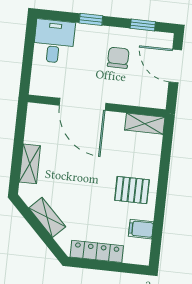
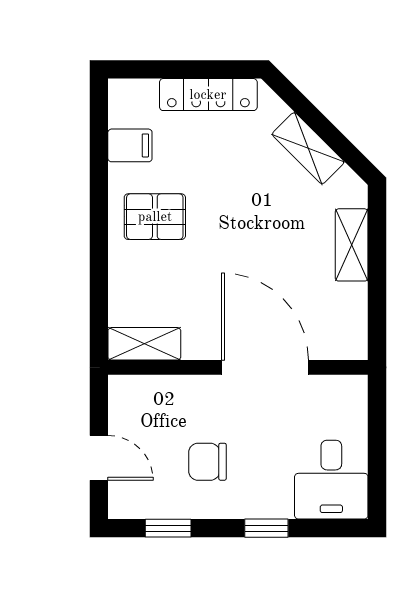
chair: (118, 58) -> (208, 462), turned 90
door: (175, 66) -> (99, 458), width x0.73

